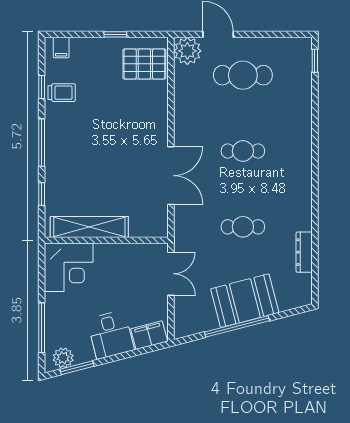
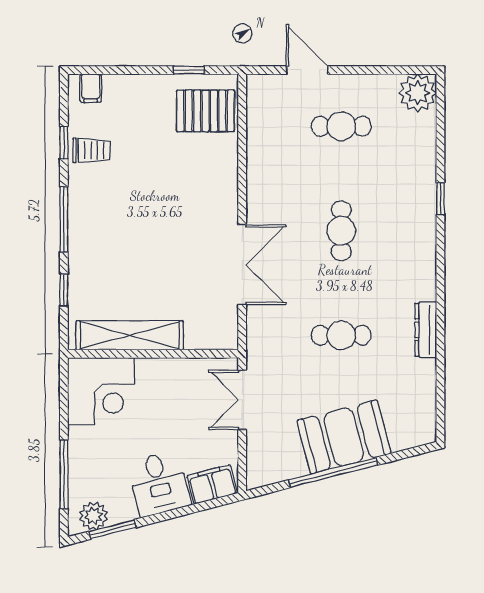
window: (115, 34) -> (189, 70), moved
plant: (187, 51) -> (418, 93), moved
window: (315, 61) -> (440, 199), moved
cafe table: (243, 75) -> (341, 126), width x0.73, depth x0.74
cafe table: (243, 151) -> (341, 231), turned 90
dresser: (304, 252) -> (426, 330), moved
double door: (171, 274) -> (242, 400), swing flipped

